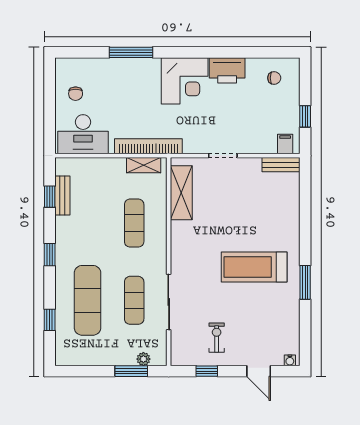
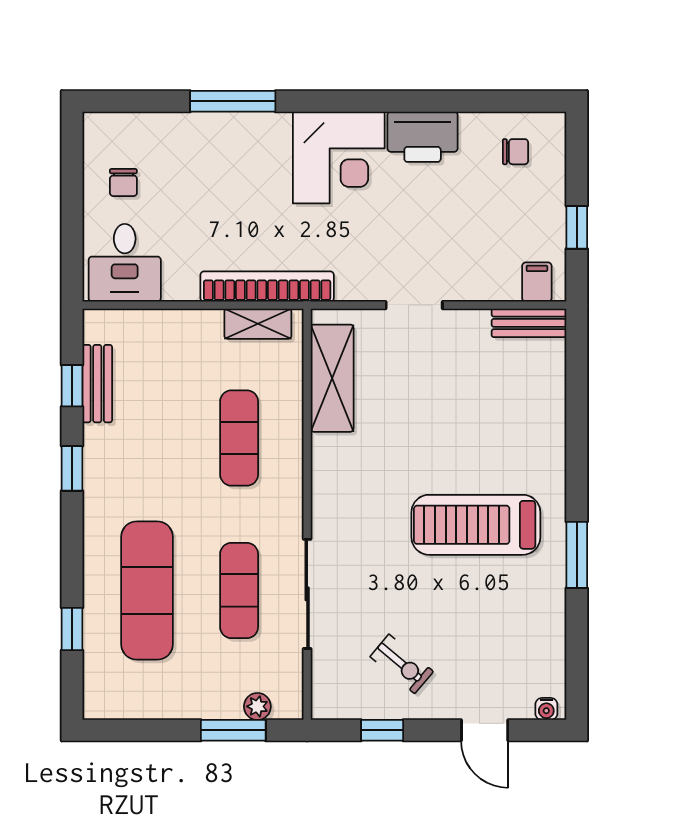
desk: (83, 134) -> (125, 263), width x0.73
window: (50, 255) -> (72, 468), moved
exercise bike: (217, 338) -> (402, 664), turned 130

